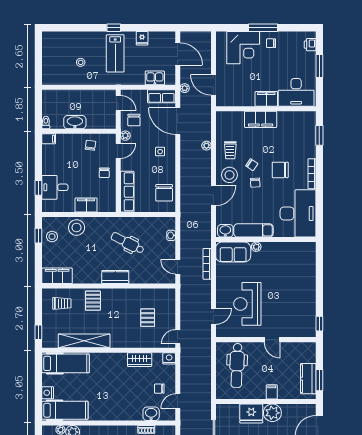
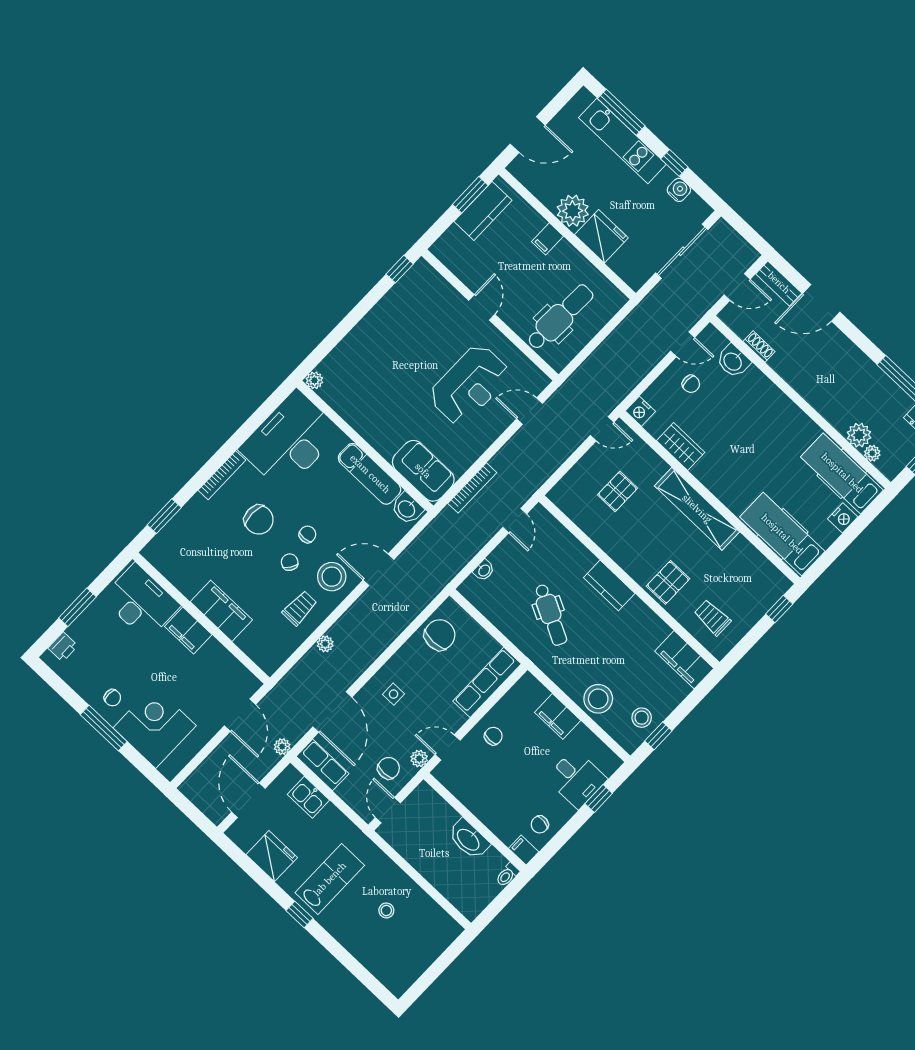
fridge: (142, 38) -> (272, 856), width x1.88, depth x1.34
chair: (90, 145) -> (540, 824), moved
plant: (256, 247) -> (314, 380), moved
shelving: (84, 341) -> (697, 509), moved

